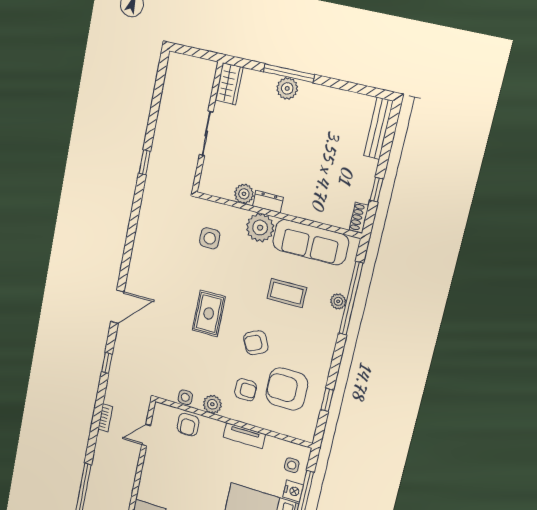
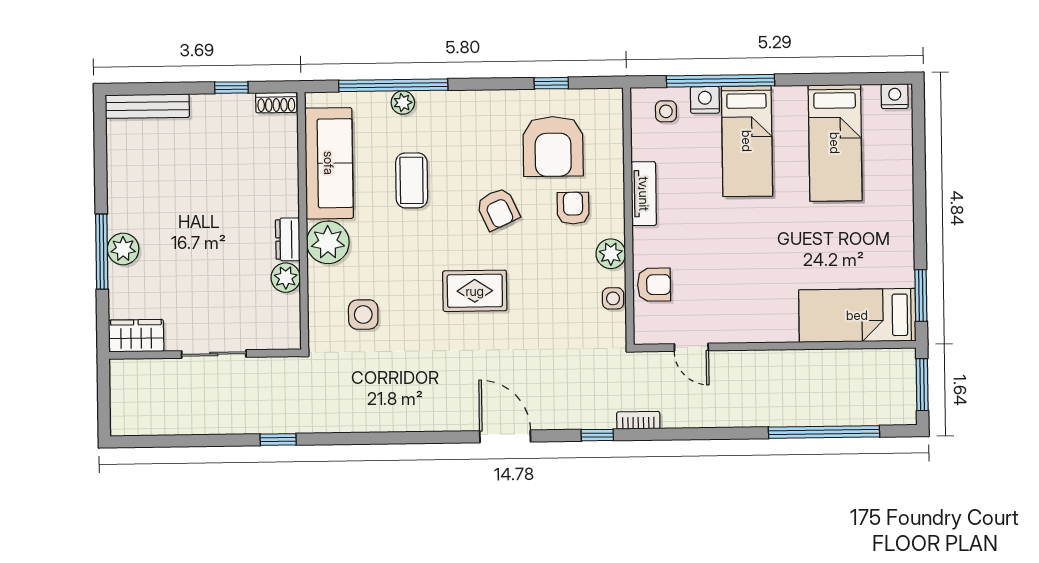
bookcase: (105, 418) -> (638, 420), moved

